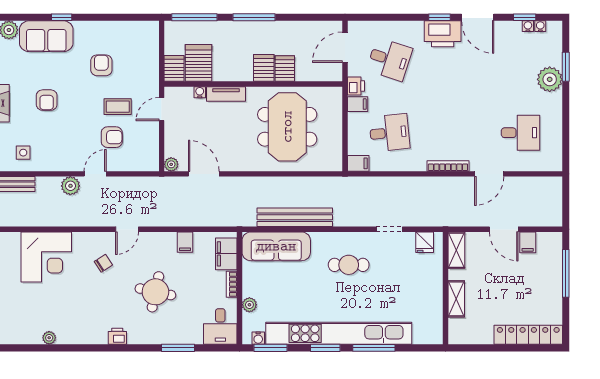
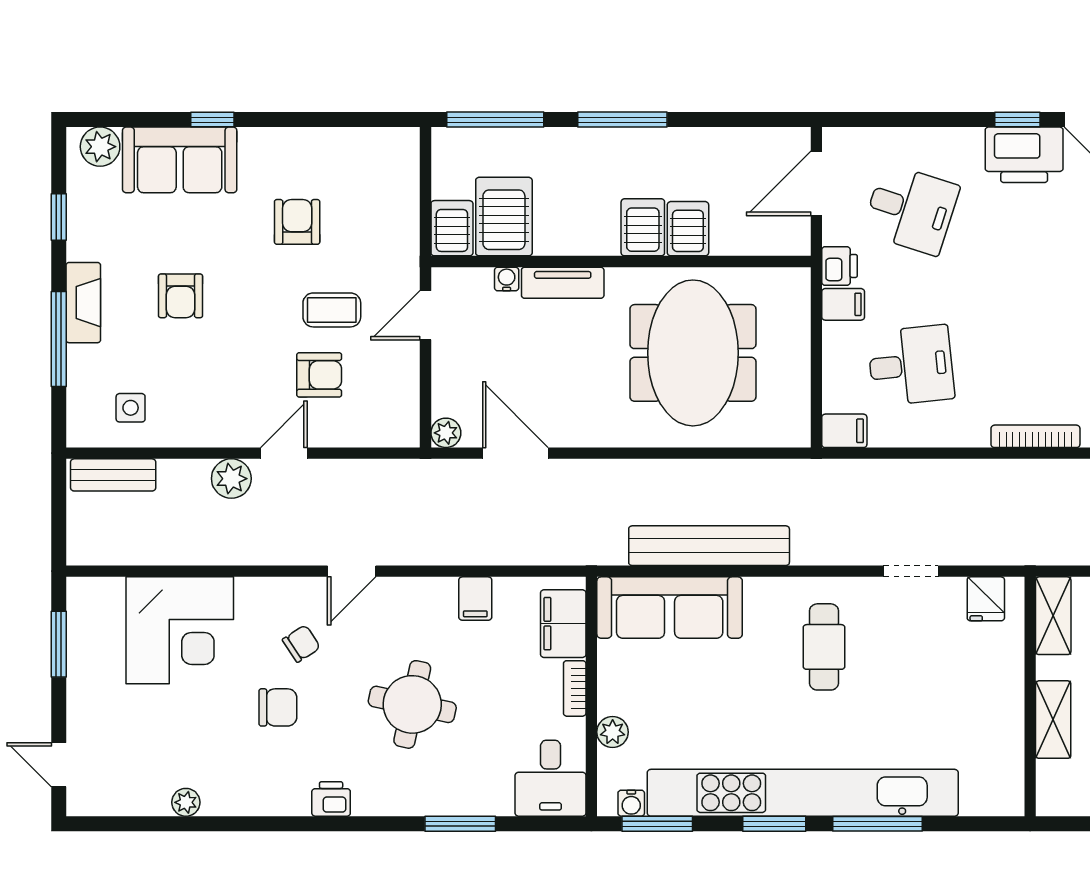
cafe table: (349, 265) -> (824, 647), turned 90
chair: (92, 293) -> (278, 707), added

